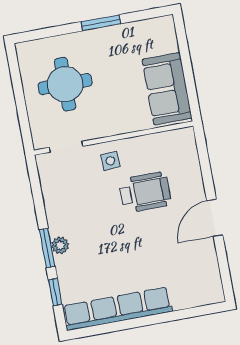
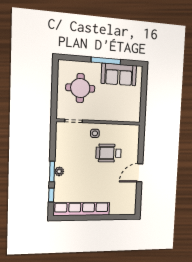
window: (101, 23) -> (106, 61), width x1.44
sofa: (167, 89) -> (119, 74), moved, turned -90
wheelchair: (145, 192) -> (109, 153), turned 180

